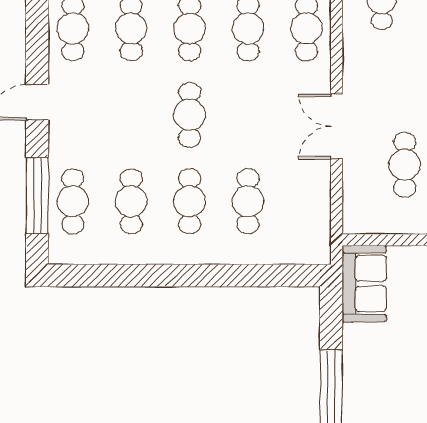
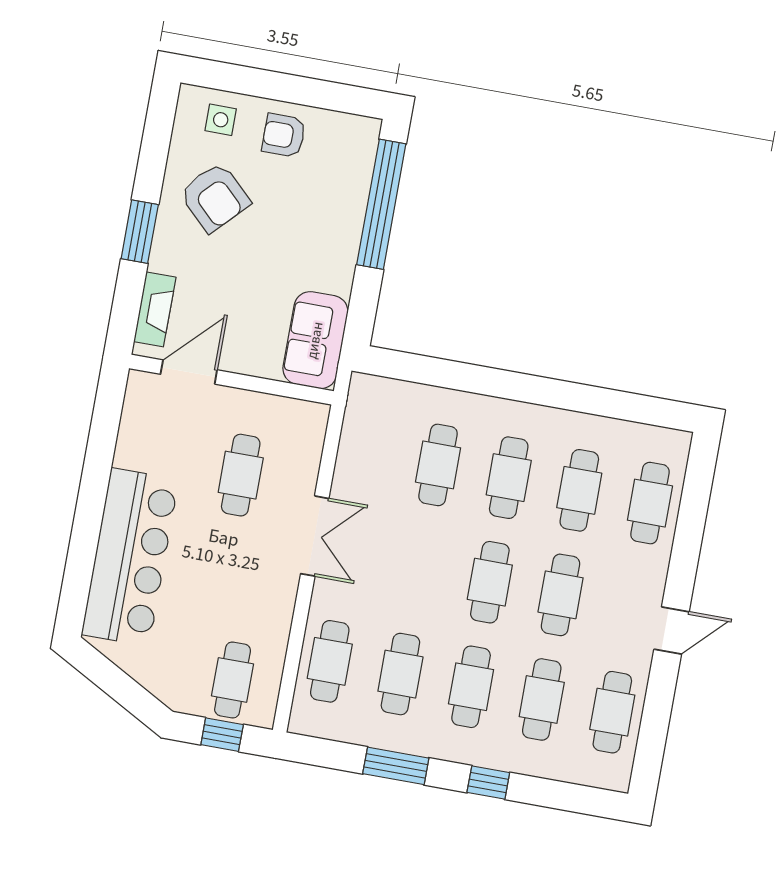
cafe table: (131, 115) -> (561, 595), added
window: (37, 196) -> (692, 518), removed

